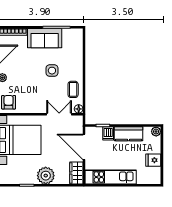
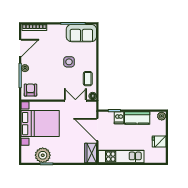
sofa: (45, 38) -> (81, 33), moved
plant: (46, 176) -> (43, 155), moved

